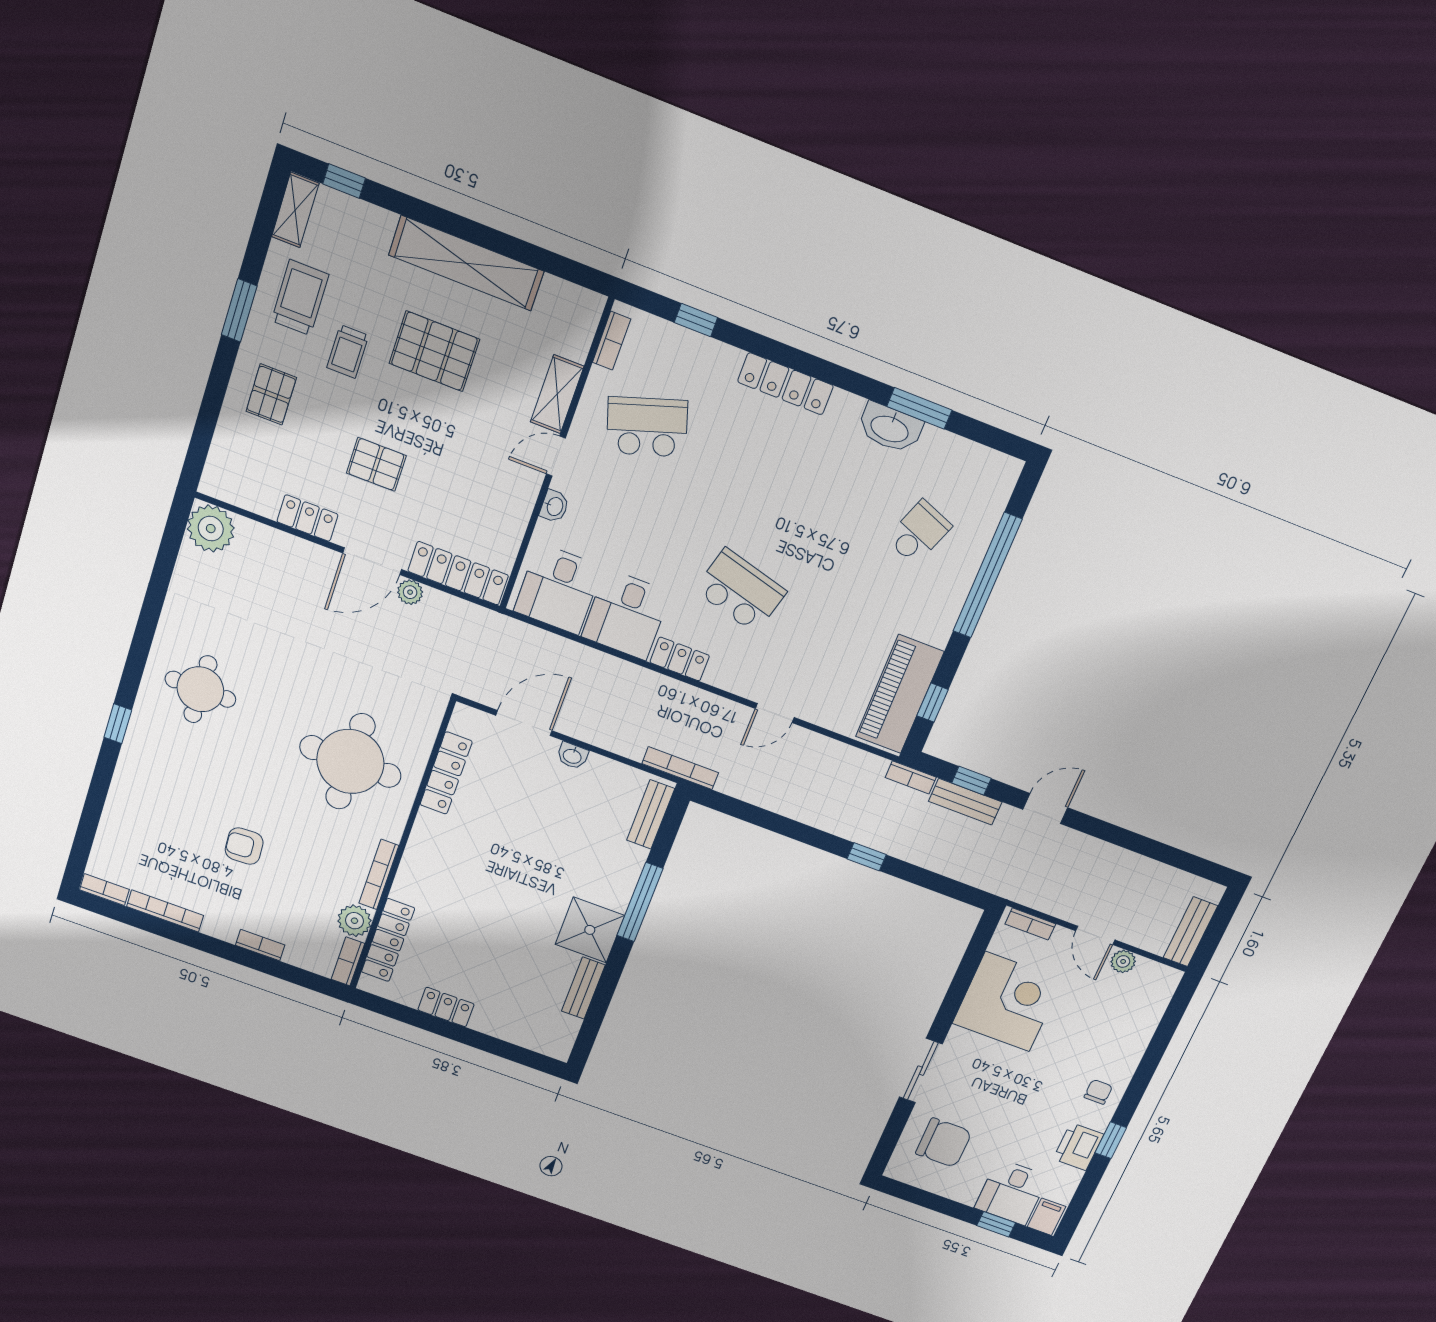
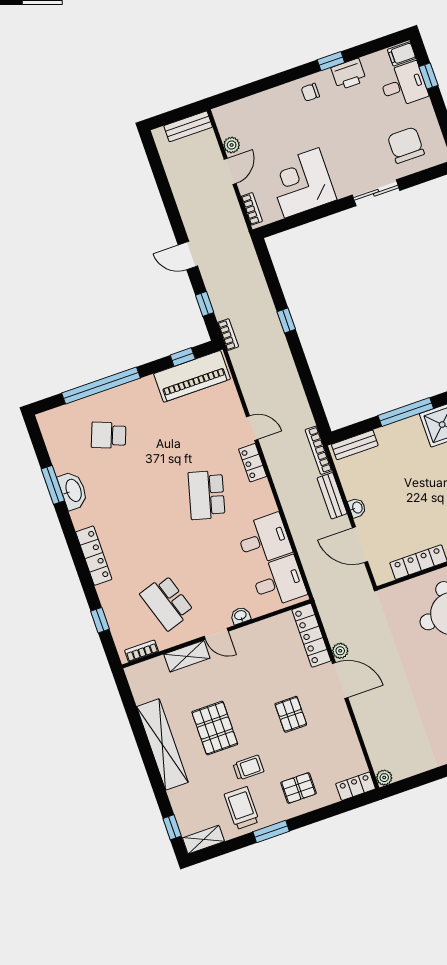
trolley: (300, 298) -> (242, 808), turned 90
locker: (307, 518) -> (356, 786), moved, turned 90
plant: (211, 529) -> (384, 778), width x0.53, depth x0.53
locker: (680, 659) -> (253, 463), moved
bench: (965, 802) -> (332, 496), moved

